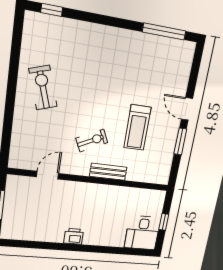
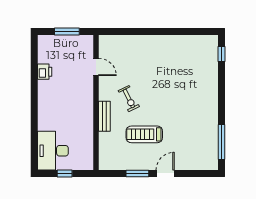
exercise bike: (43, 88) -> (165, 55), removed
desk: (142, 233) -> (53, 151), width x1.37
printer: (74, 236) -> (45, 72), moved

